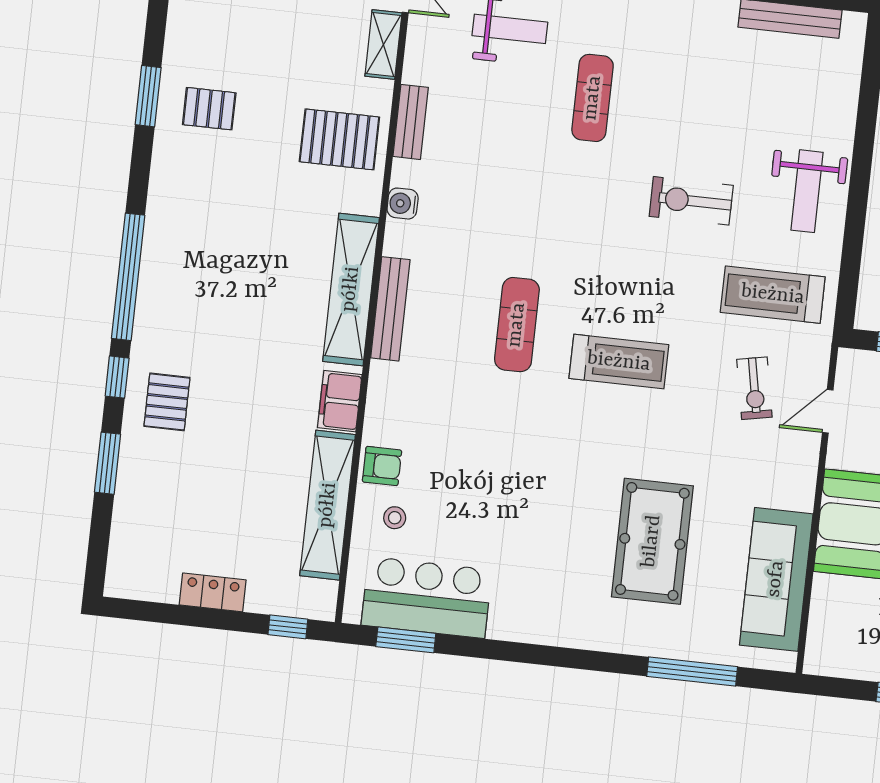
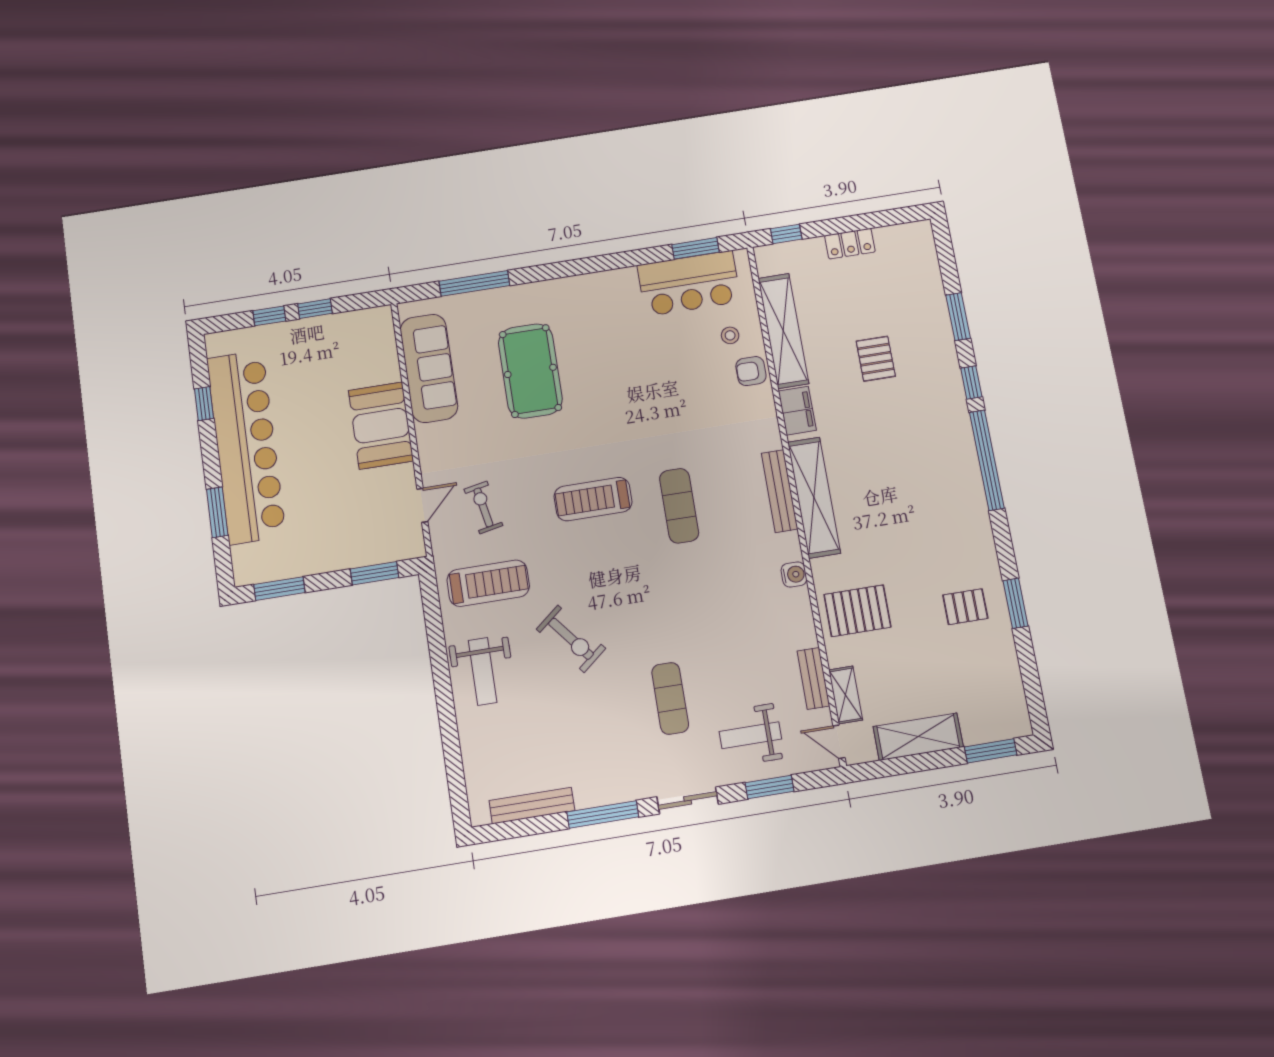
bench: (411, 122) -> (813, 678), moved
weight bench: (807, 191) -> (483, 671), turned 180
exercise bike: (691, 201) -> (571, 639), turned 51
pallet: (167, 402) -> (876, 359), moved

